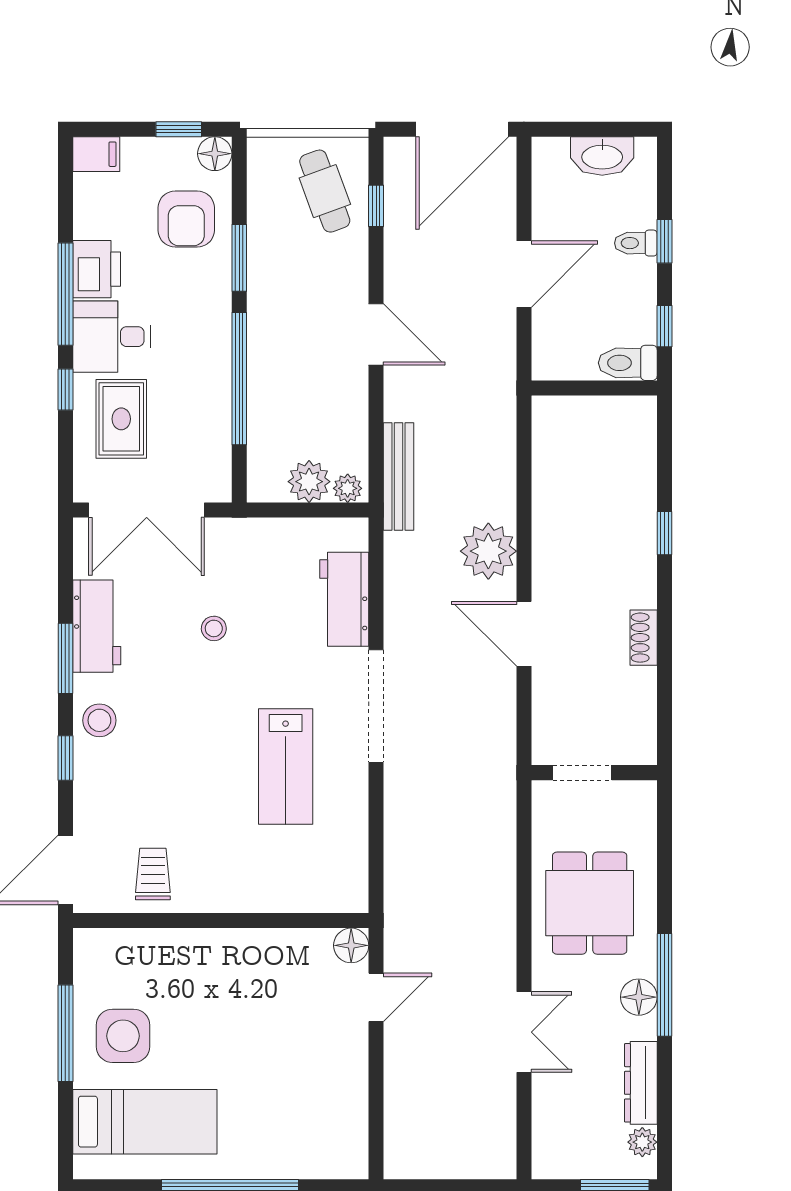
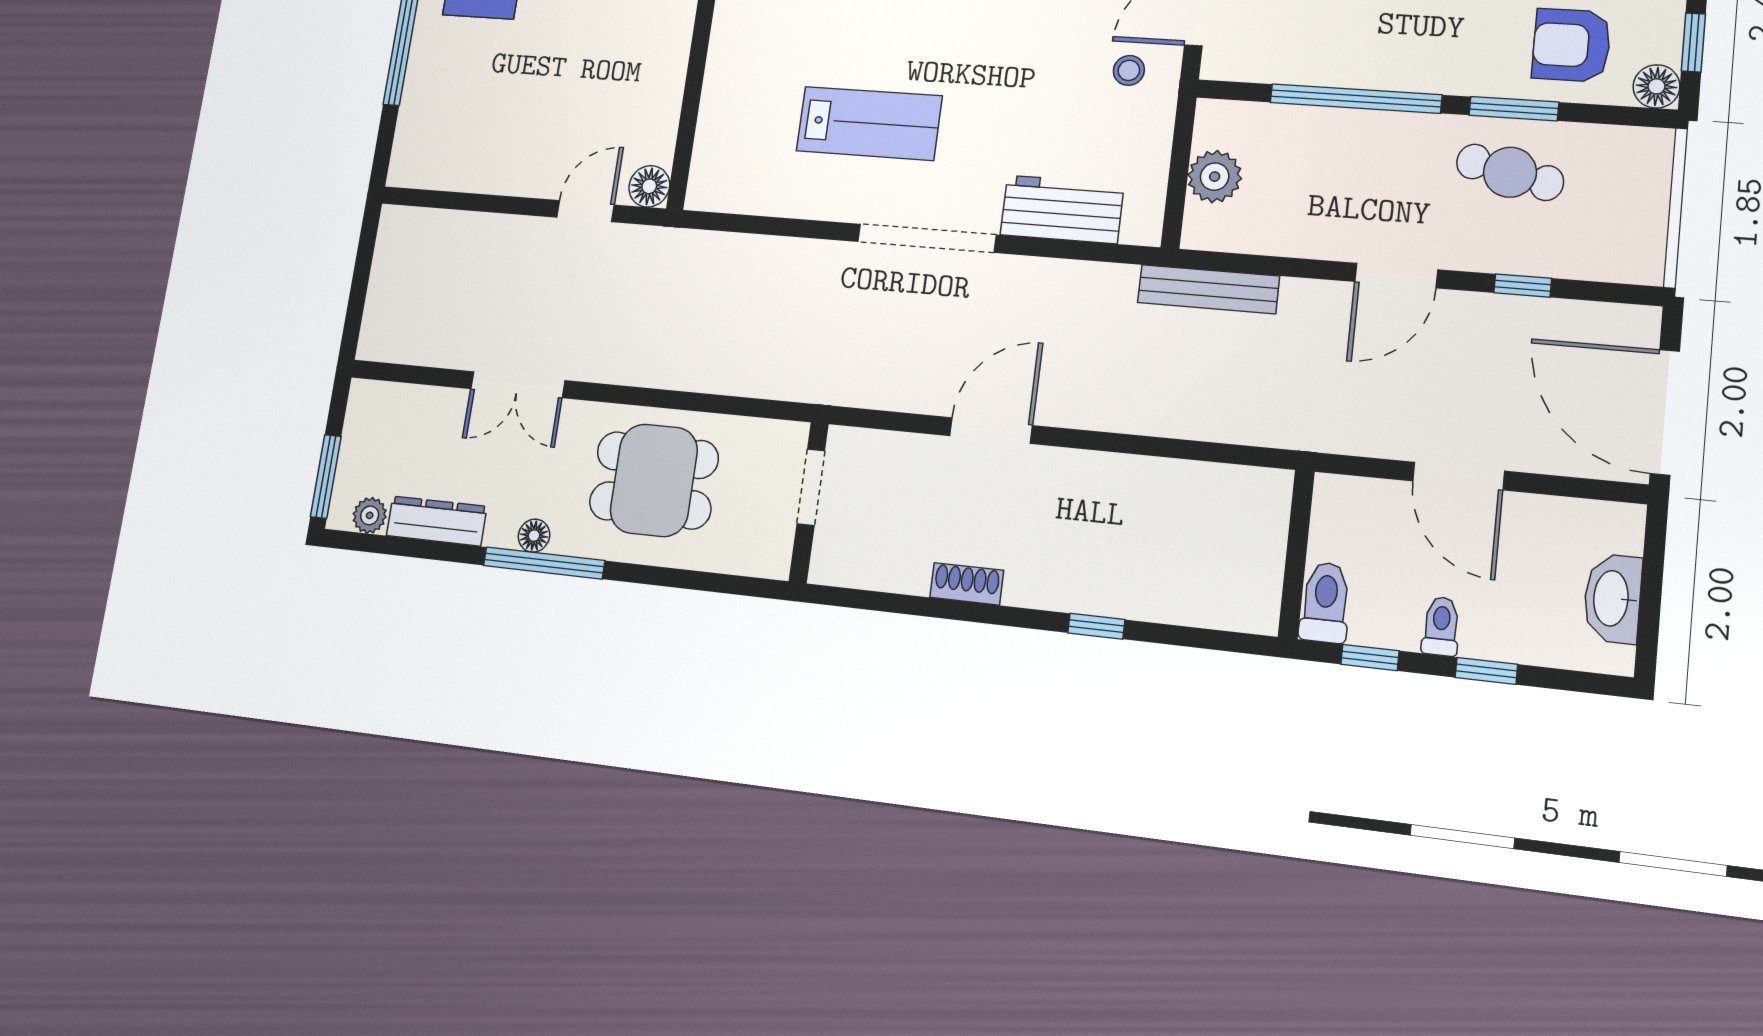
cafe table: (325, 191) -> (1510, 172), moved, turned 33
window: (376, 206) -> (1523, 286), moved
toilet: (636, 243) -> (1441, 626), moved
plant: (348, 488) -> (1201, 224), removed
plant: (488, 551) -> (1100, 395), removed
stool: (214, 628) -> (1129, 70), moved
lab bench: (286, 766) -> (869, 123), turned 180
door: (376, 997) -> (585, 211), swing flipped
floor lamp: (639, 997) -> (534, 536), width x0.73, depth x0.73

